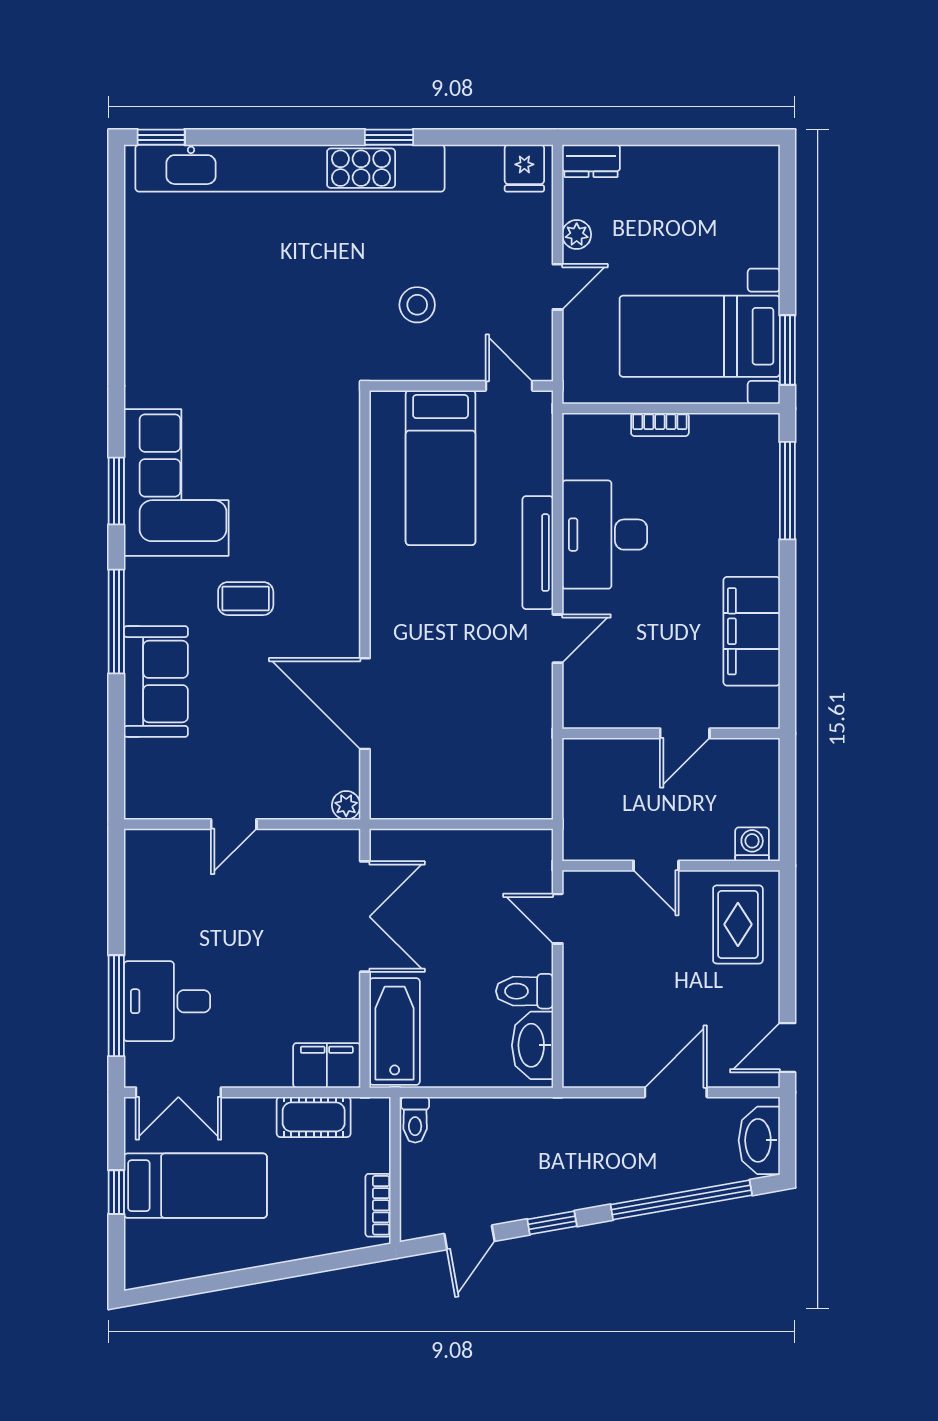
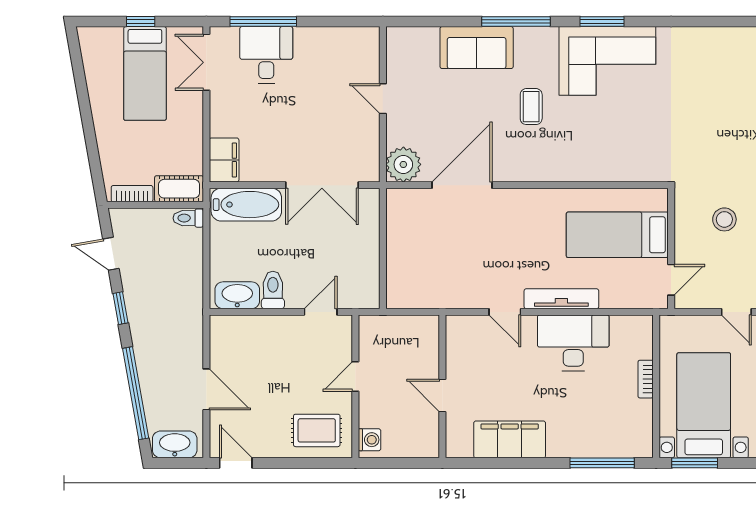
plant: (346, 805) -> (403, 164), width x1.87, depth x1.87
cot: (314, 1117) -> (179, 189), moved, turned 90

